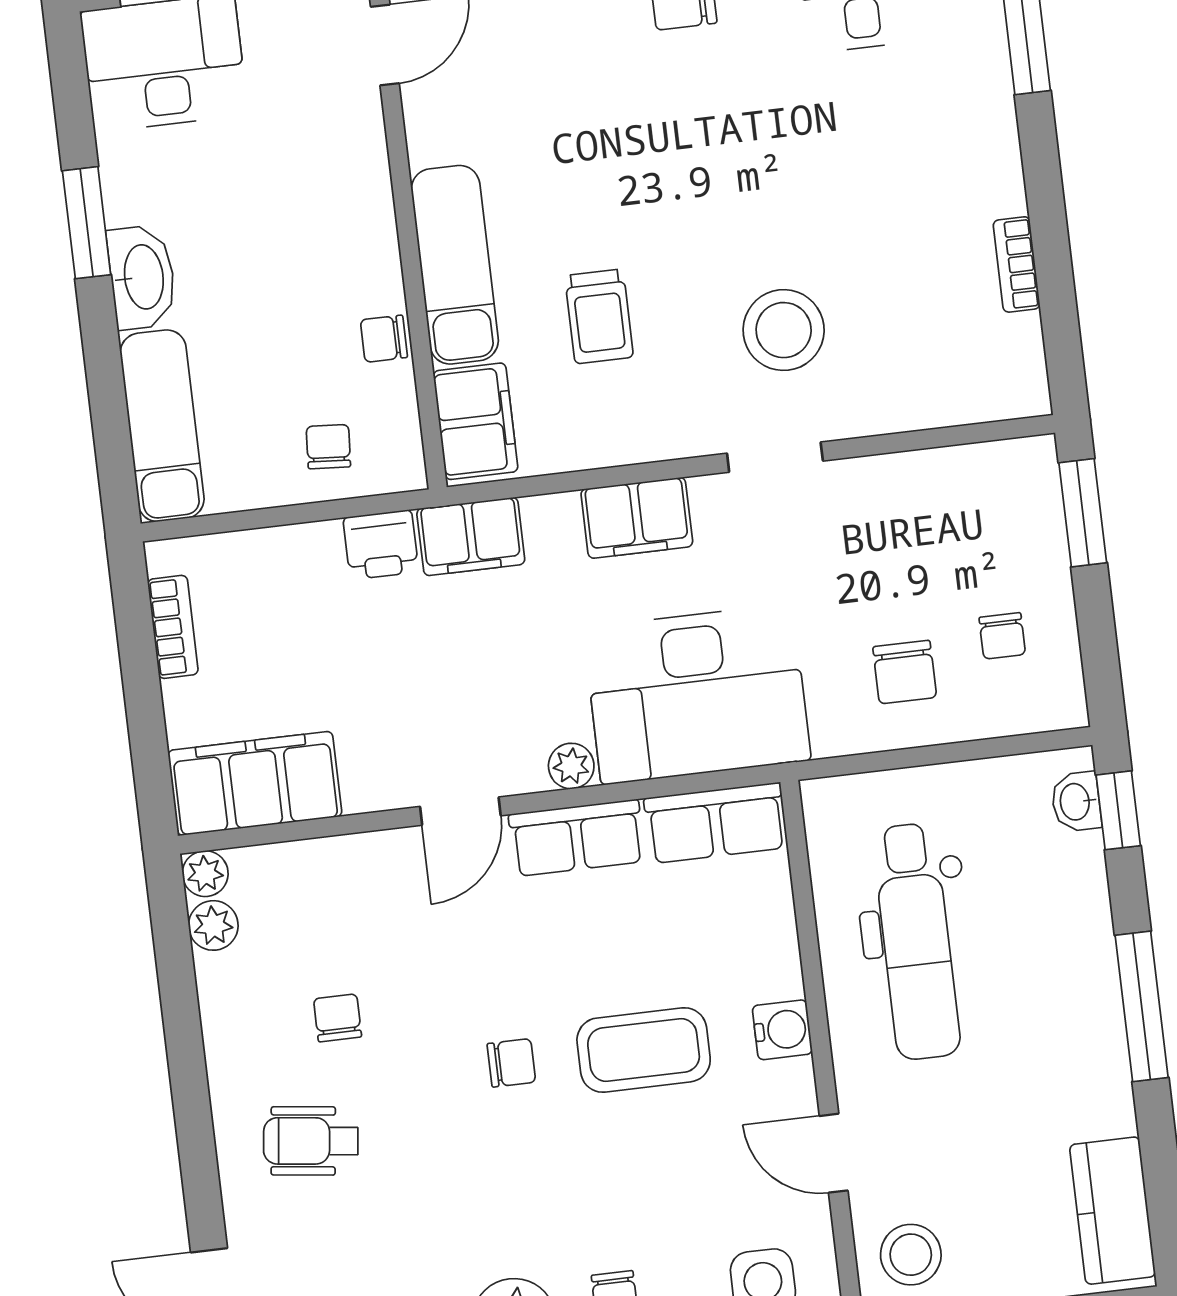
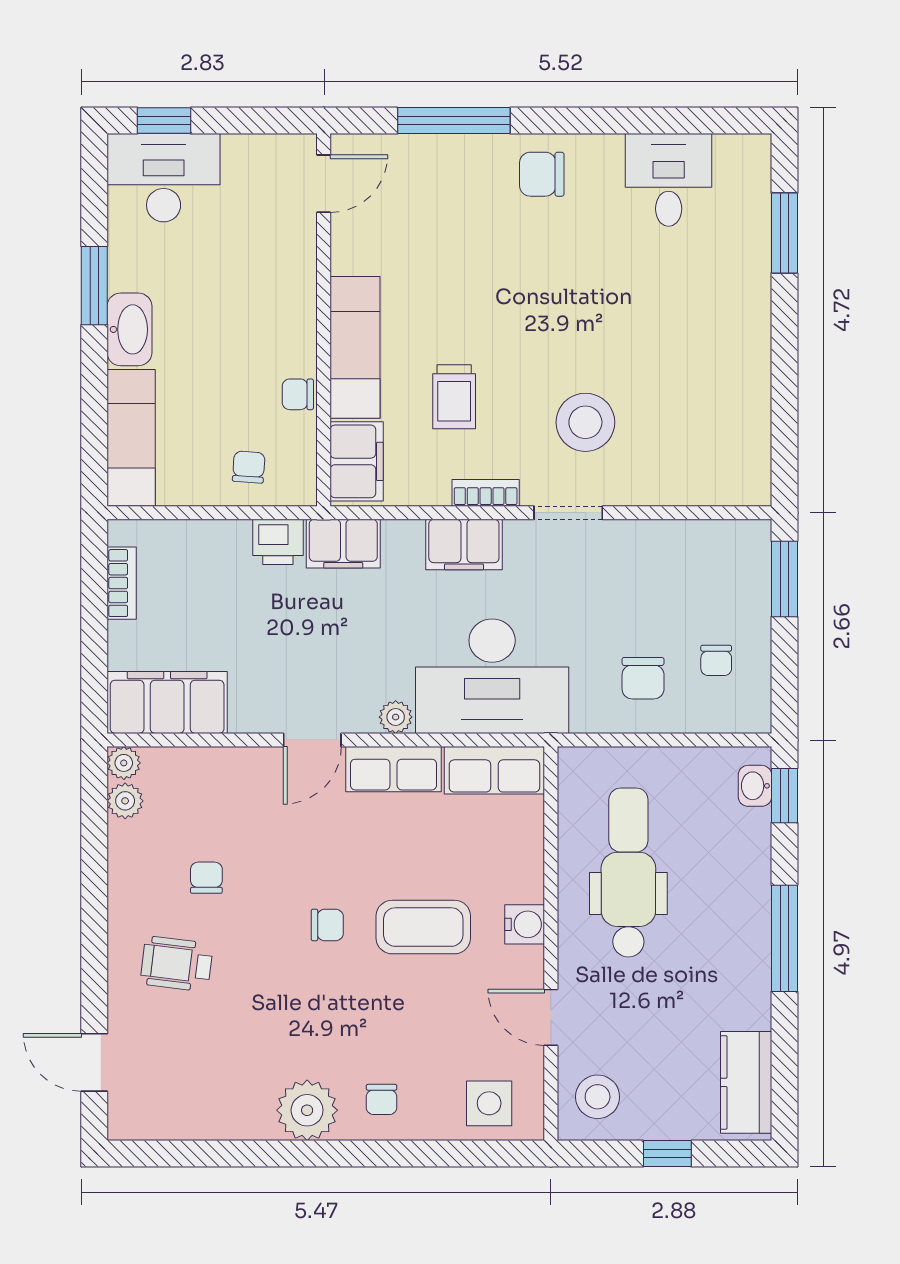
bookcase: (1017, 264) -> (486, 493), moved, turned 90
dental chair: (916, 941) -> (628, 872), turned 180

